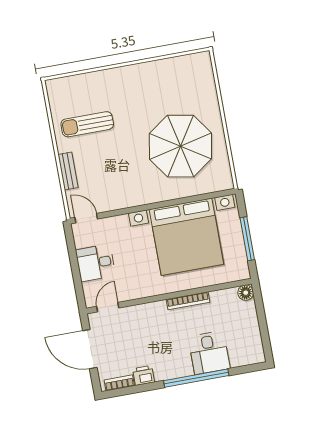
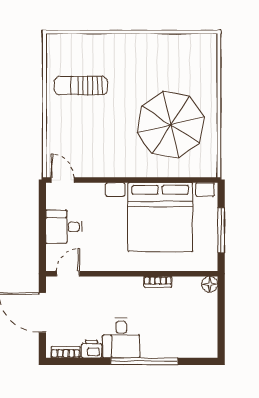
bench: (68, 171) -> (53, 129), removed
bookcase: (188, 301) -> (158, 282), width x0.64
desk: (209, 353) -> (121, 338), moved

